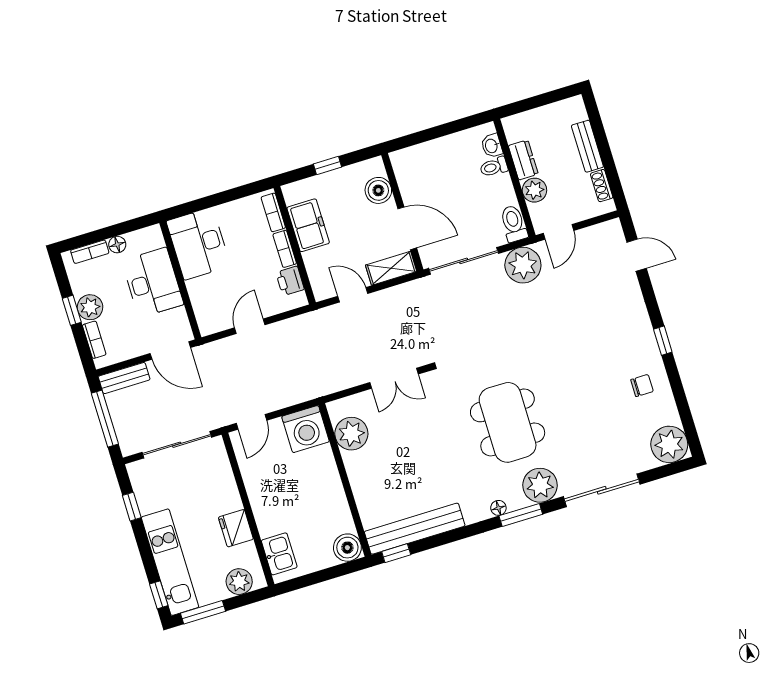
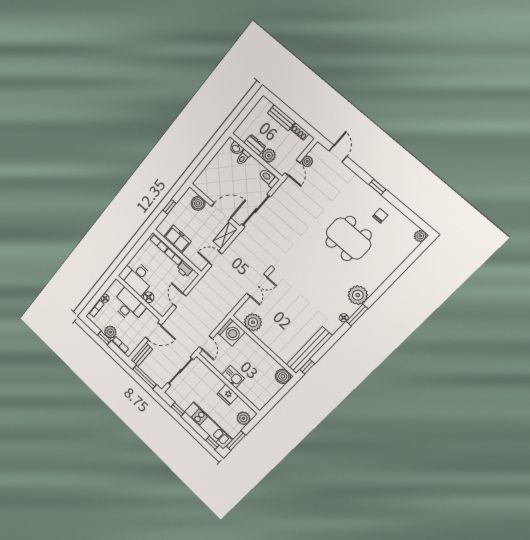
door: (637, 255) -> (338, 154), hinge flipped
plant: (523, 265) -> (307, 161), moved, width x0.53, depth x0.53
floor lamp: (198, 290) -> (149, 297), added
dining table: (508, 422) -> (348, 239), moved
plant: (669, 444) -> (420, 236), width x0.53, depth x0.53
sliding door: (602, 490) -> (391, 280), removed
kitchen sink: (279, 554) -> (233, 377), moved

